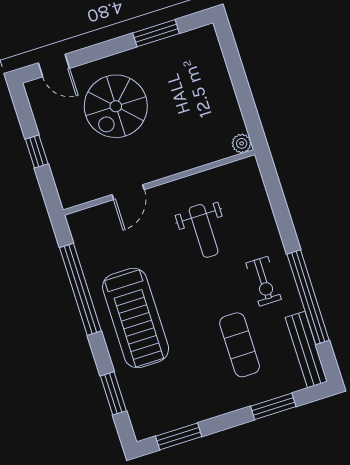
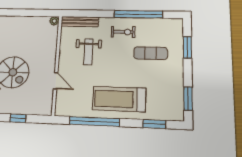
weight bench: (204, 231) -> (88, 52), turned 90
treadmill: (136, 318) -> (119, 99), turned 180
bench: (306, 349) -> (80, 22), moved

